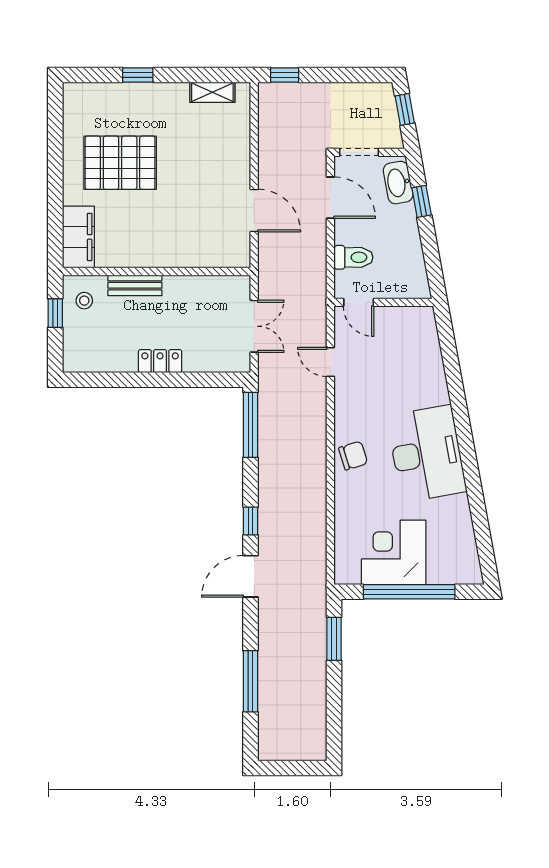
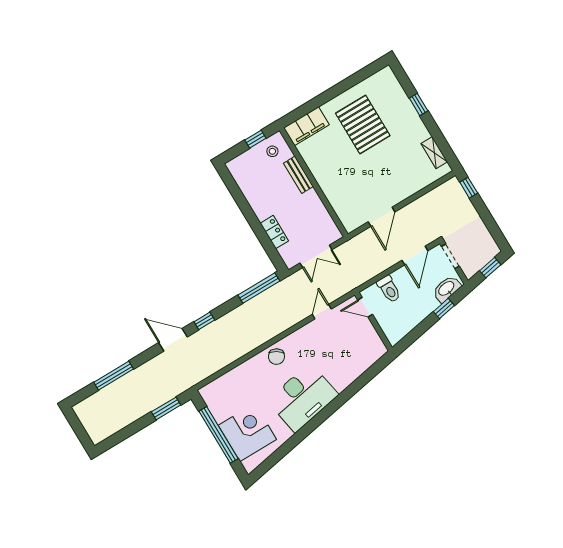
door: (359, 302) -> (365, 307), hinge flipped
locker: (160, 361) -> (274, 232), moved
chair: (353, 456) -> (276, 357), turned 50
corner desk: (394, 552) -> (247, 432), moved

